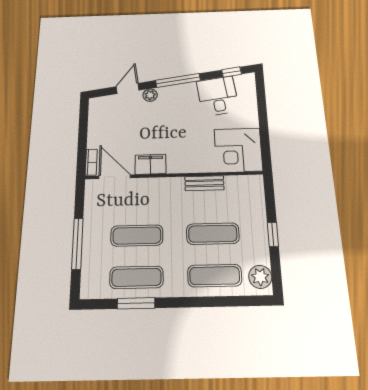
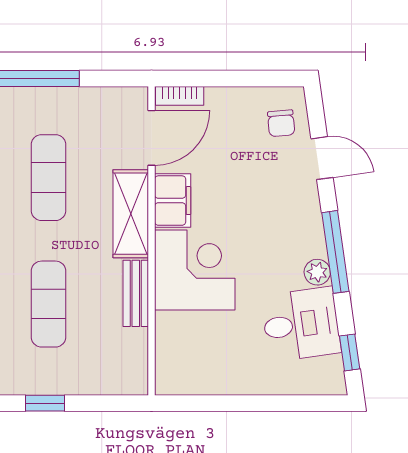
plant: (150, 95) -> (317, 272), moved
chair: (108, 109) -> (281, 123), added
corner desk: (238, 150) -> (195, 270), moved, turned 90
shelving: (158, 187) -> (131, 214), added

